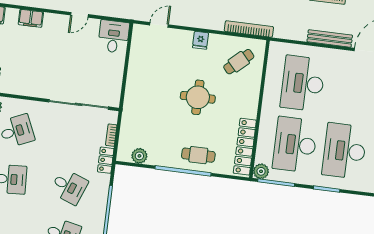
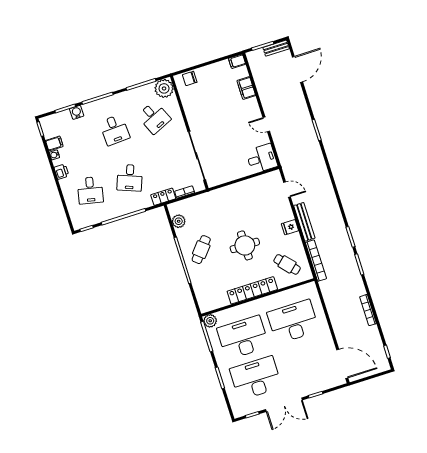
bench: (330, 38) -> (304, 222), moved
locker: (245, 147) -> (252, 290), moved
cafe table: (198, 155) -> (201, 250), moved, turned 40

